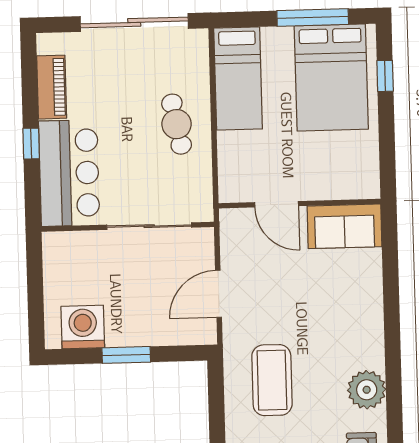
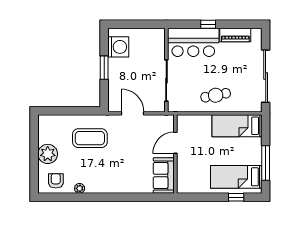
bed: (331, 78) -> (236, 177), width x0.67
plant: (367, 390) -> (80, 188), width x0.53, depth x0.53

